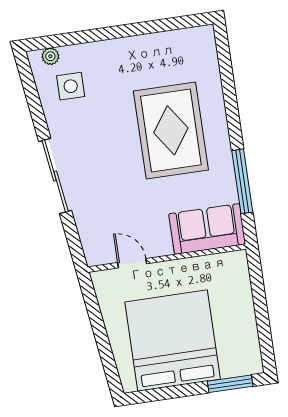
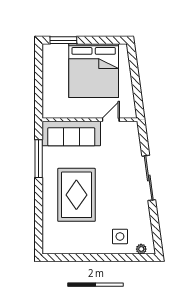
side table: (71, 86) -> (120, 236), moved
sofa: (207, 229) -> (71, 134), width x1.36
door: (132, 263) -> (111, 120), swing flipped

